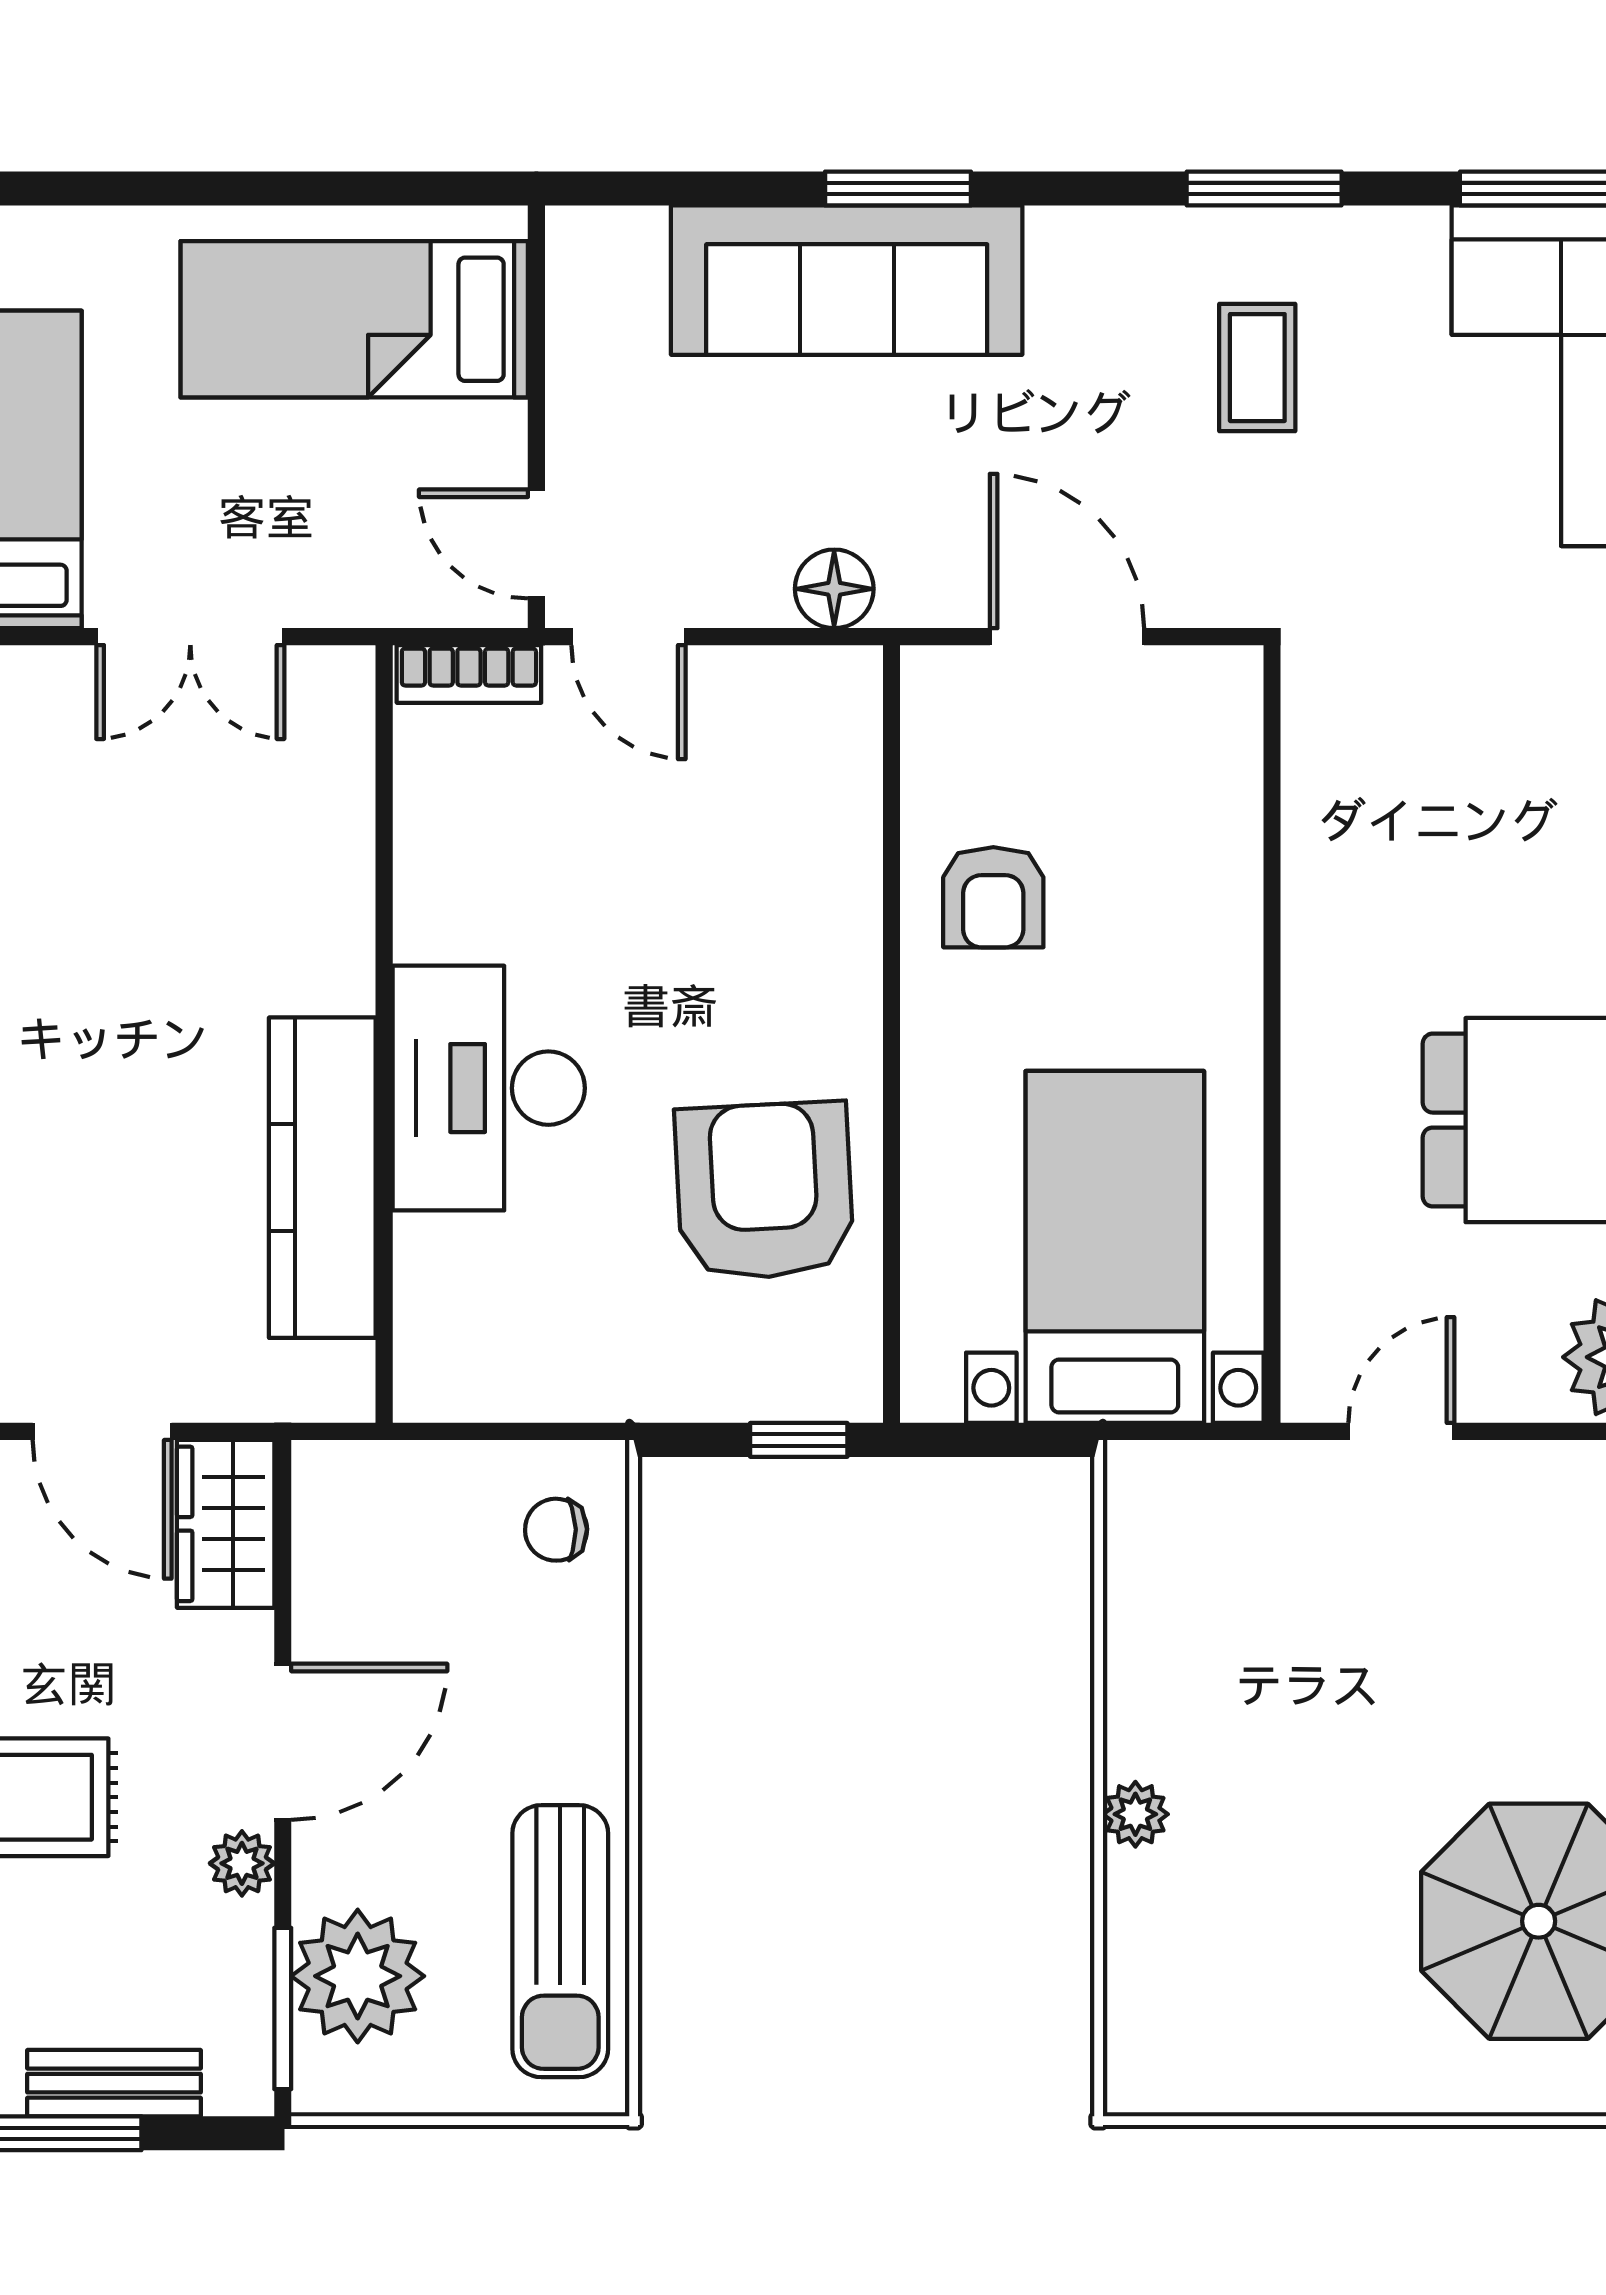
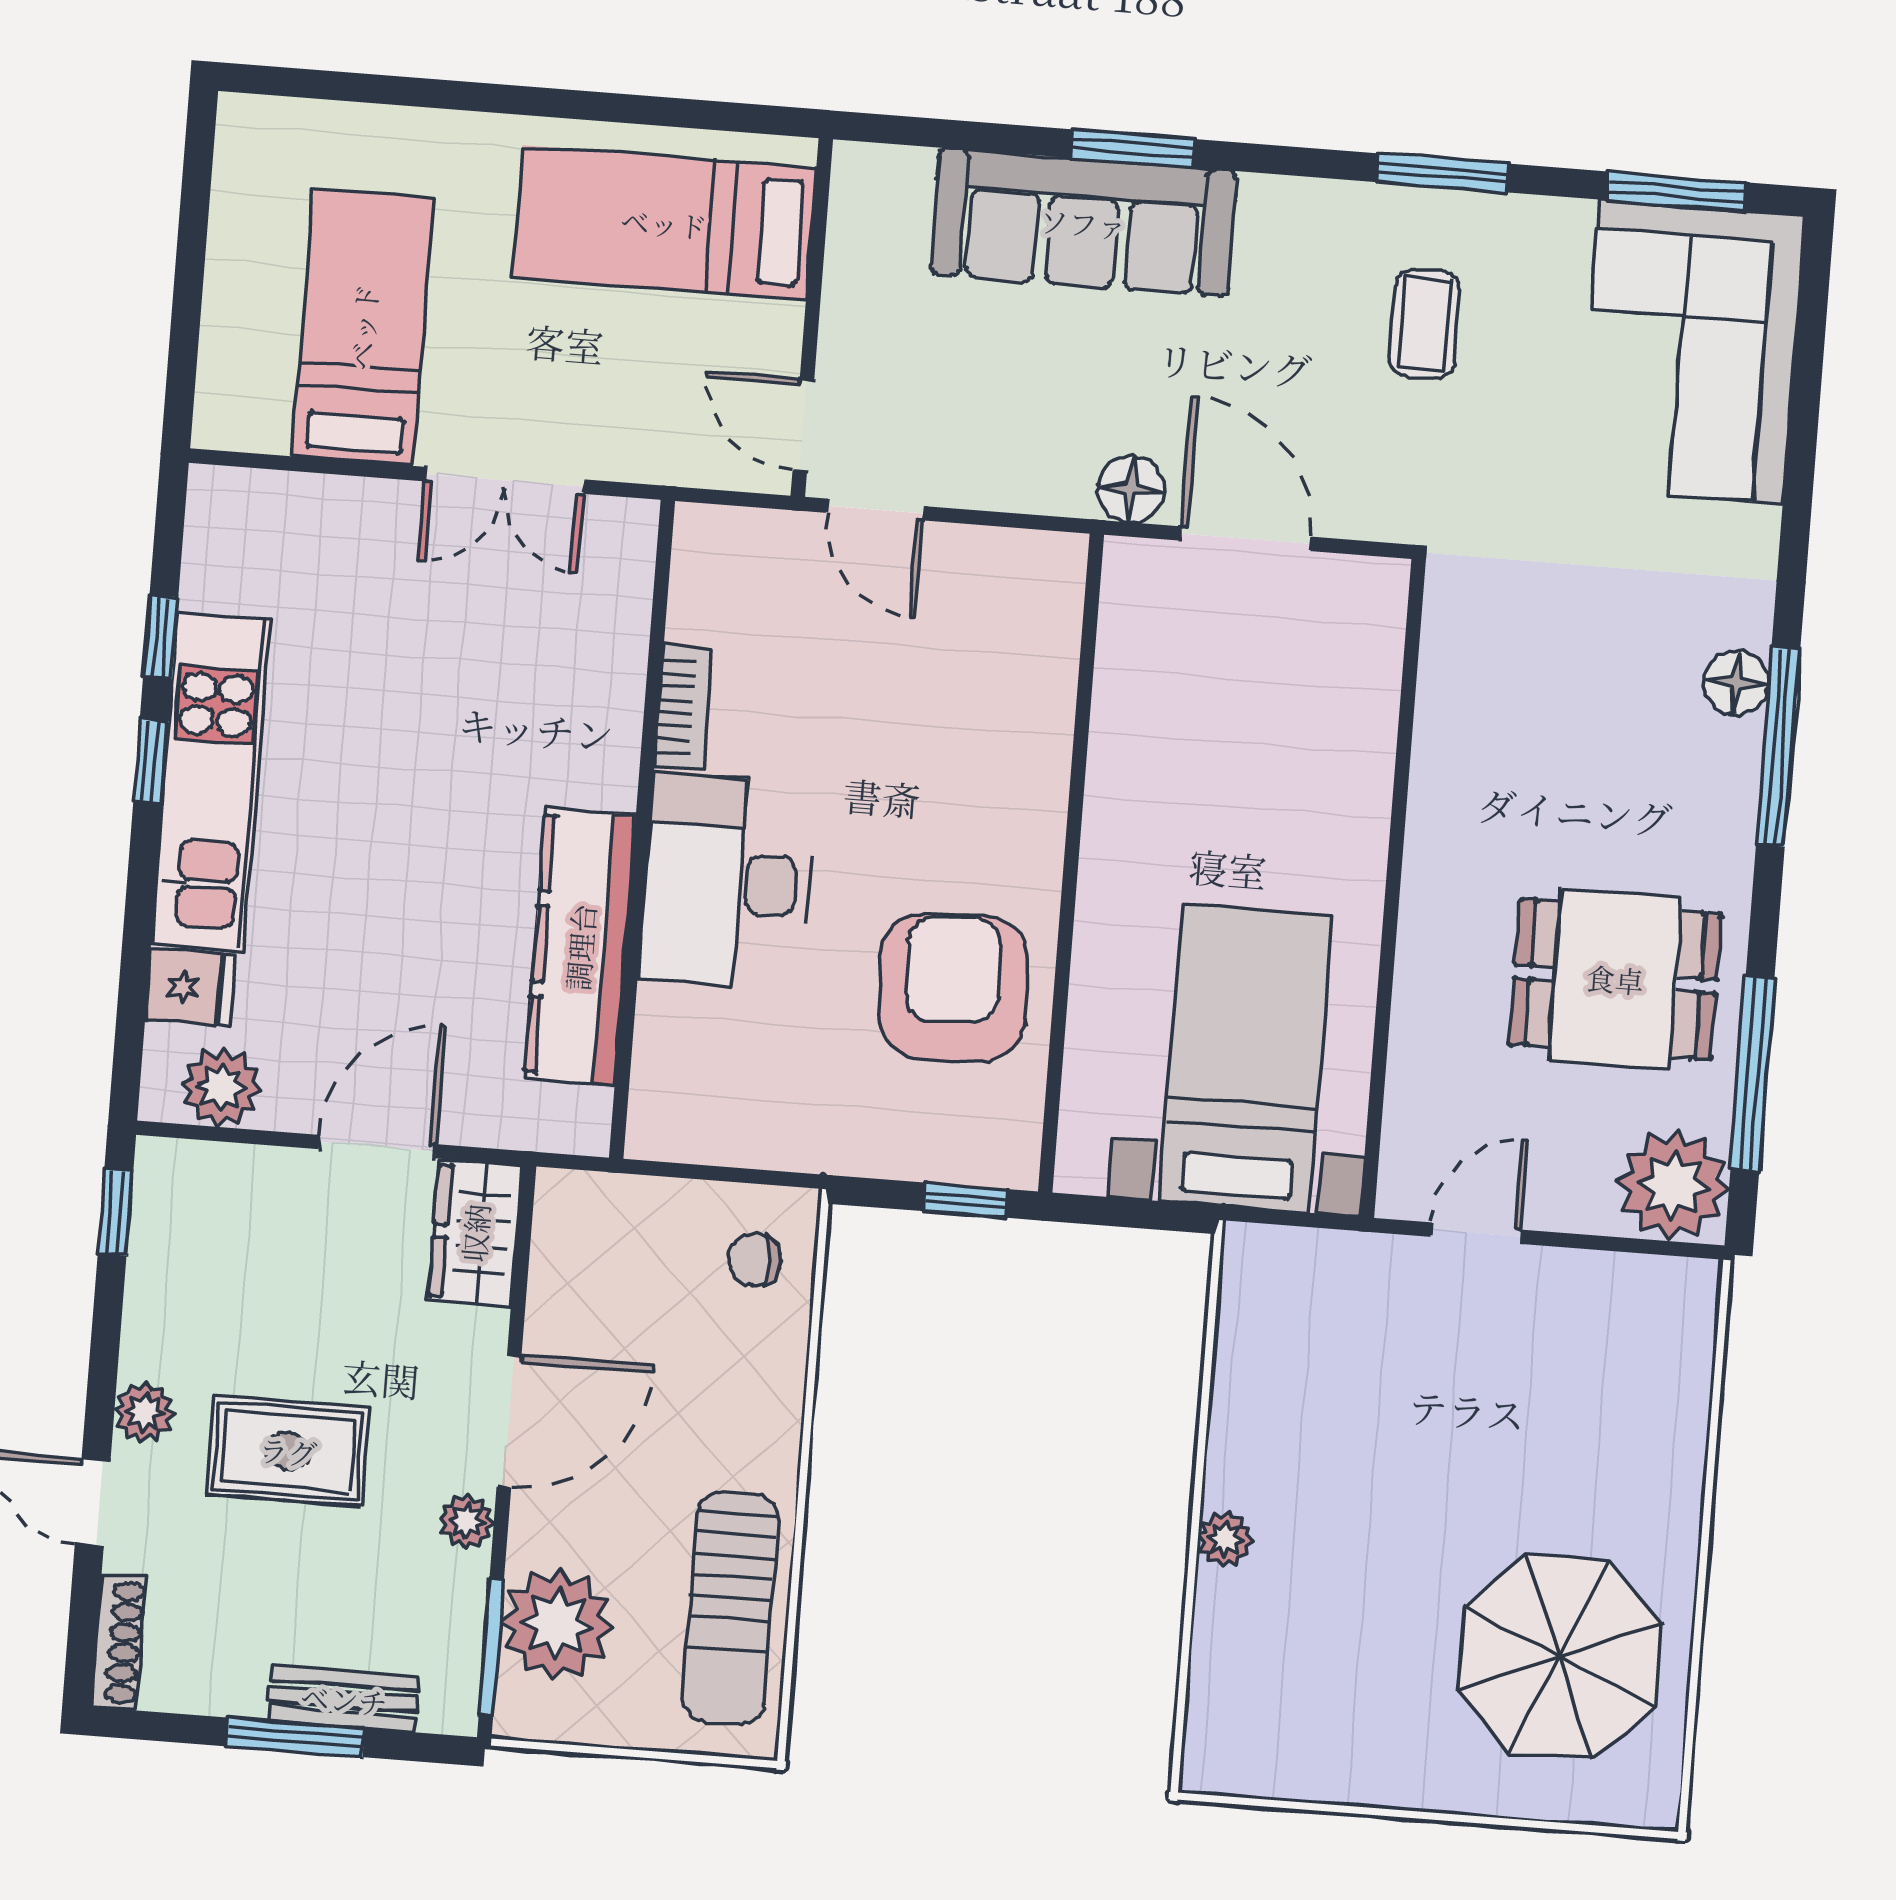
floor lamp: (834, 589) -> (1131, 489), moved
bookcase: (469, 674) -> (683, 707), moved, turned -90
armchair: (993, 897) -> (1166, 754), removed
door: (102, 1431) -> (377, 1147), swing flipped

